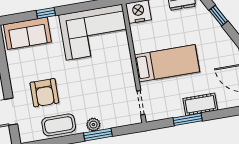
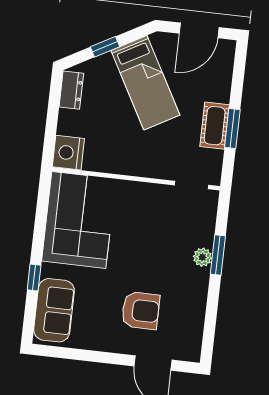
bed: (167, 63) -> (145, 83), moved, turned 151
cot: (200, 104) -> (215, 126), moved
coffee table: (59, 125) -> (189, 304), removed

